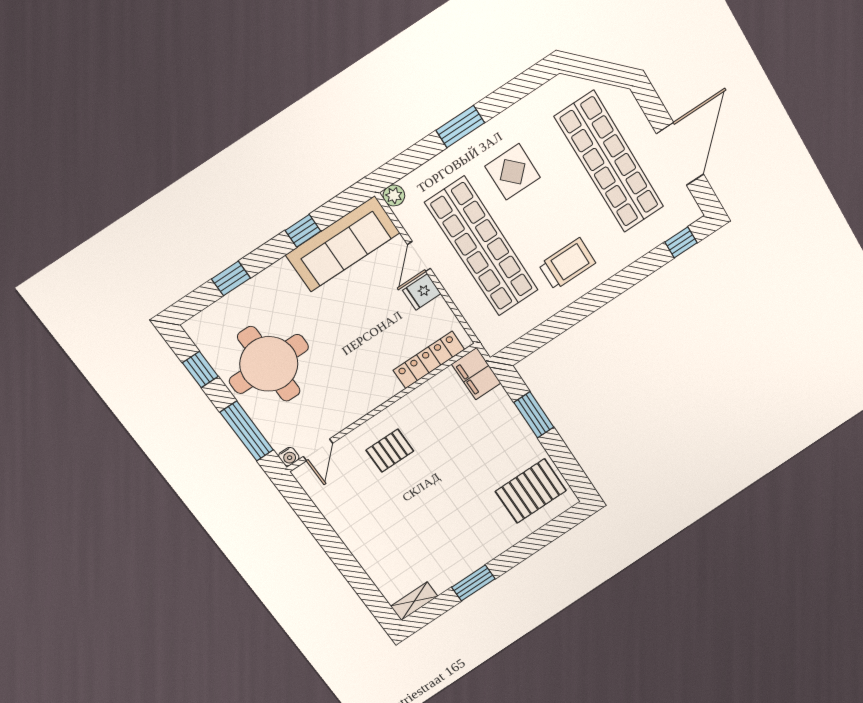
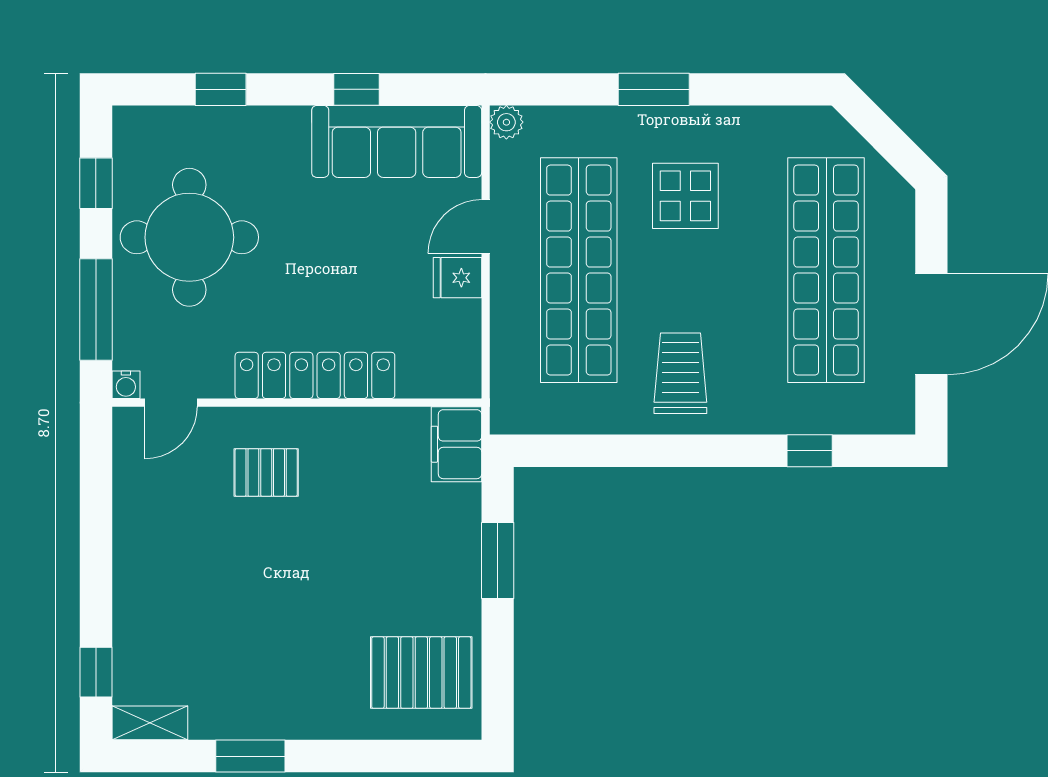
window: (681, 242) -> (810, 451), moved
trolley: (567, 264) -> (680, 373), turned -90
locker: (429, 360) -> (315, 375), moved, width x1.41, depth x1.21
window: (371, 597) -> (96, 672), added

